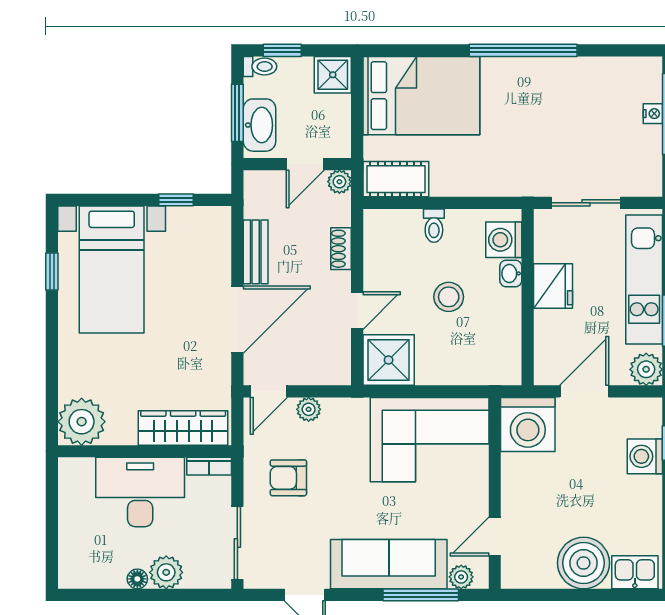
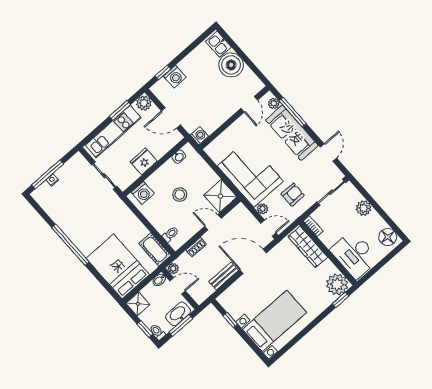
bidet: (341, 143) -> (159, 280), added
toilet: (434, 226) -> (170, 234), moved
window: (52, 272) -> (341, 300), moved
washbasin: (511, 273) -> (179, 157), moved
washing machine: (528, 425) -> (199, 136), width x0.53, depth x0.53
corner sofa: (430, 440) -> (250, 174), moved
armchair: (288, 478) -> (293, 195), turned -90
desk: (140, 492) -> (355, 255), moved
door: (495, 536) -> (249, 104), hinge flipped
floor lamp: (137, 579) -> (388, 237), moved, width x1.89, depth x1.89

